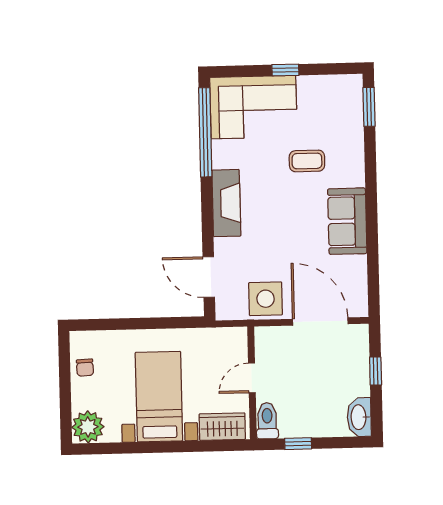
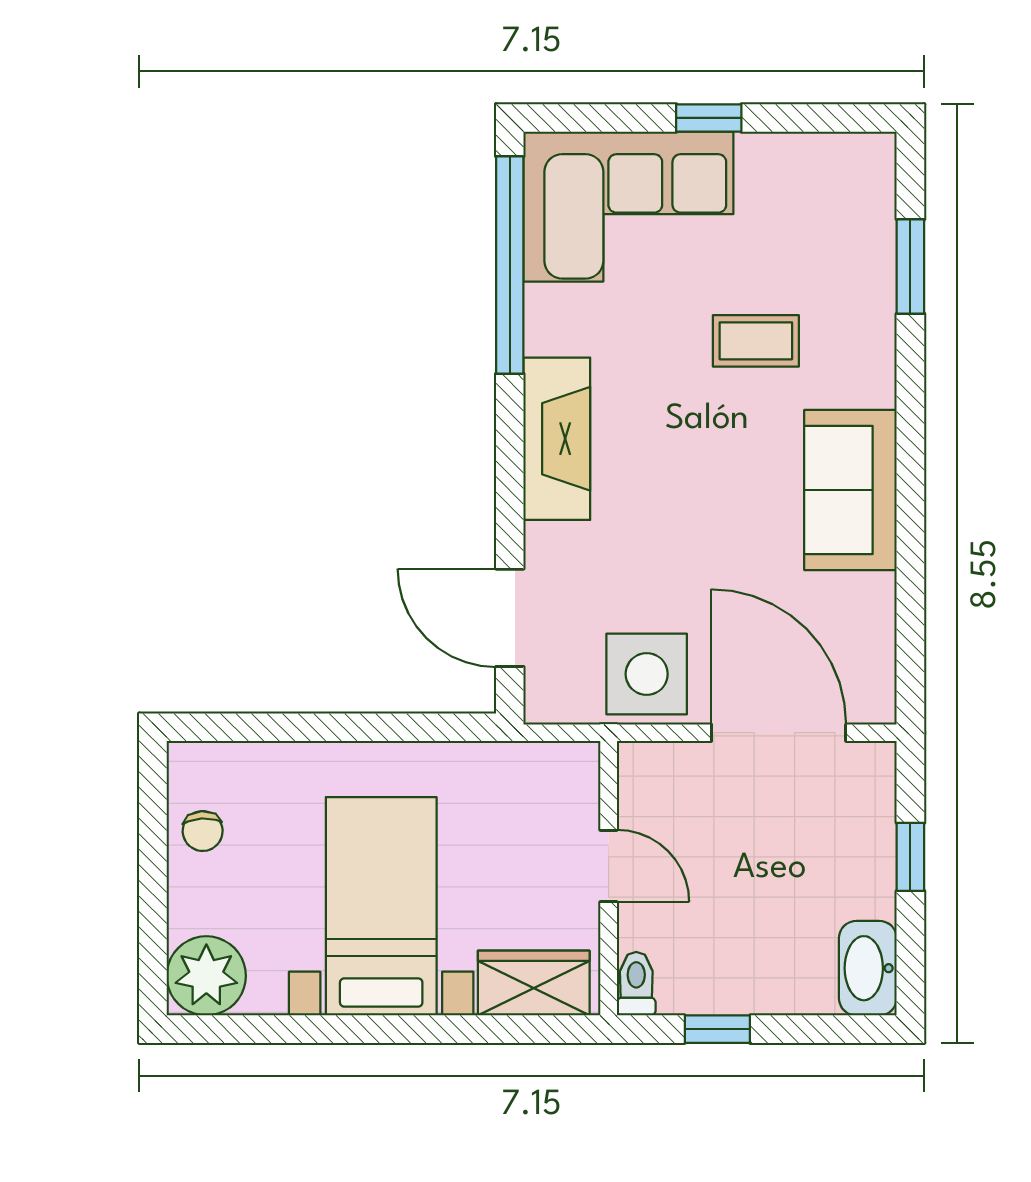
window: (369, 107) -> (910, 267), moved
door: (252, 378) -> (609, 866), swing flipped
toilet: (267, 421) -> (636, 984), width x0.73, depth x0.72

